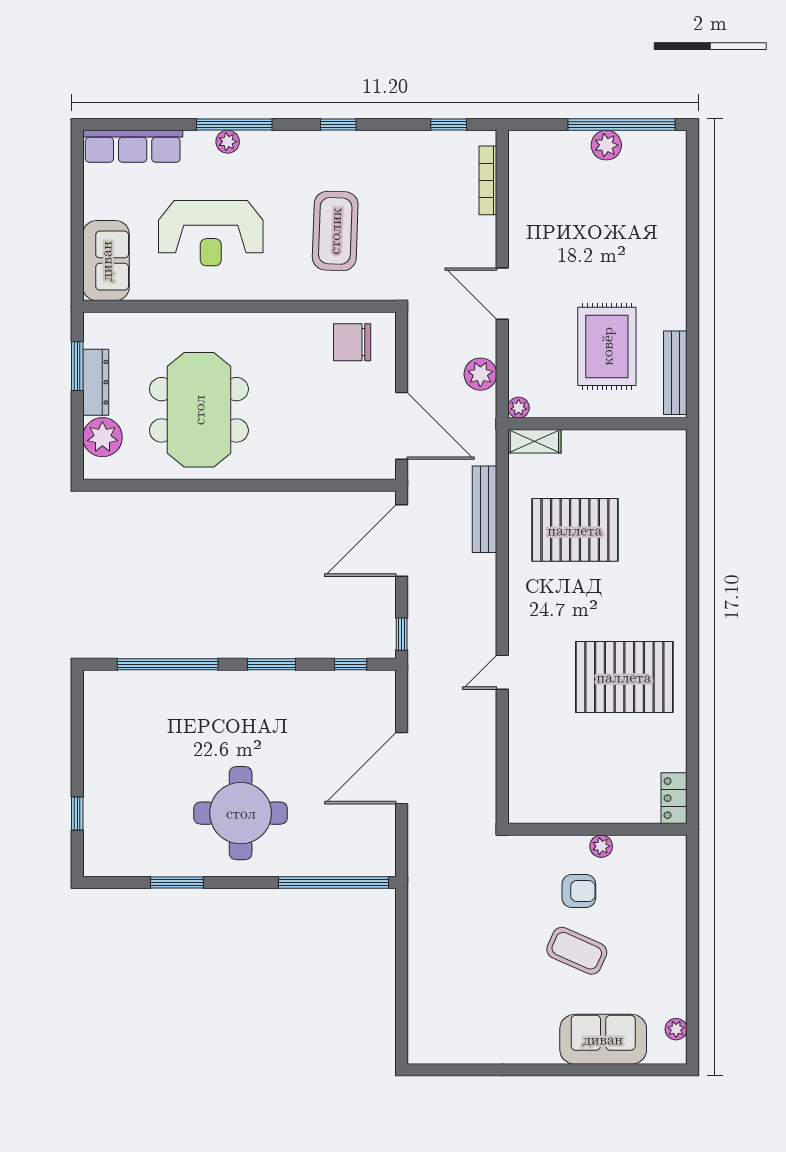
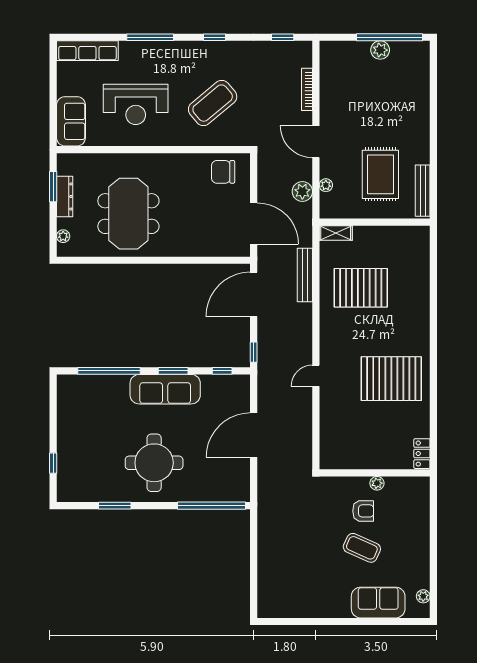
plant: (228, 142) -> (146, 48), removed
bookcase: (488, 180) -> (307, 89), moved
coffee table: (335, 231) -> (213, 103), turned 48
plant: (519, 408) -> (326, 185), moved
plant: (102, 437) -> (63, 236), width x0.53, depth x0.53
sofa: (258, 694) -> (165, 389), added

